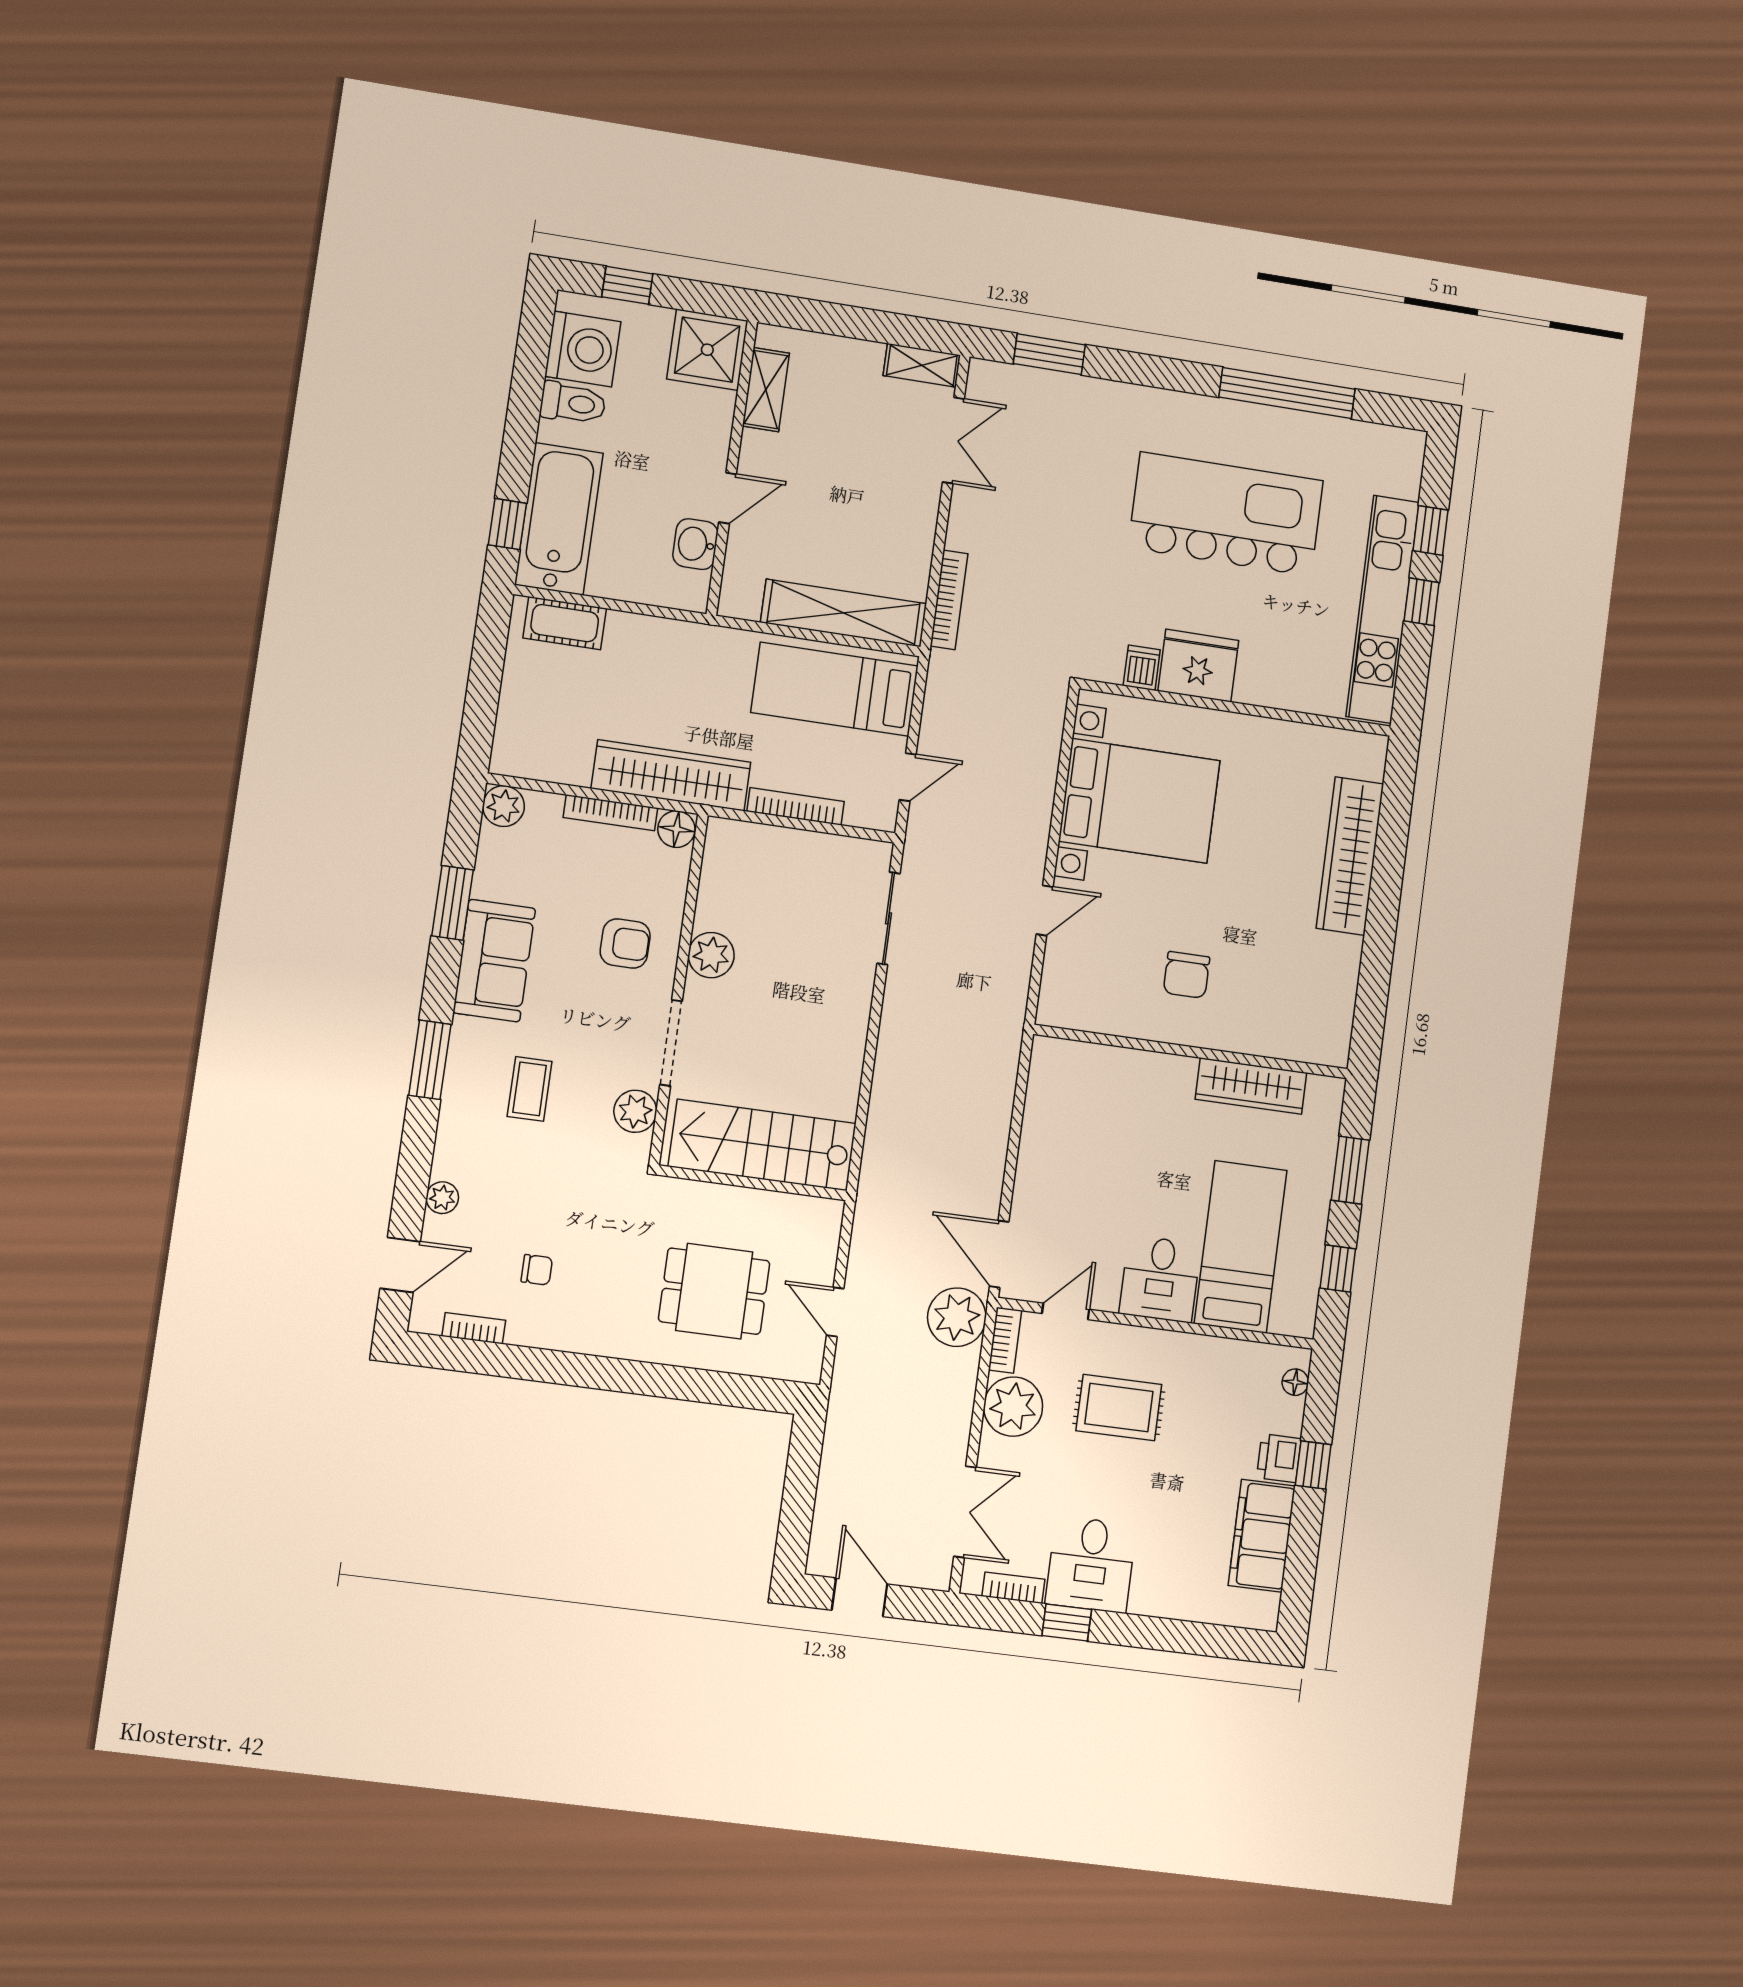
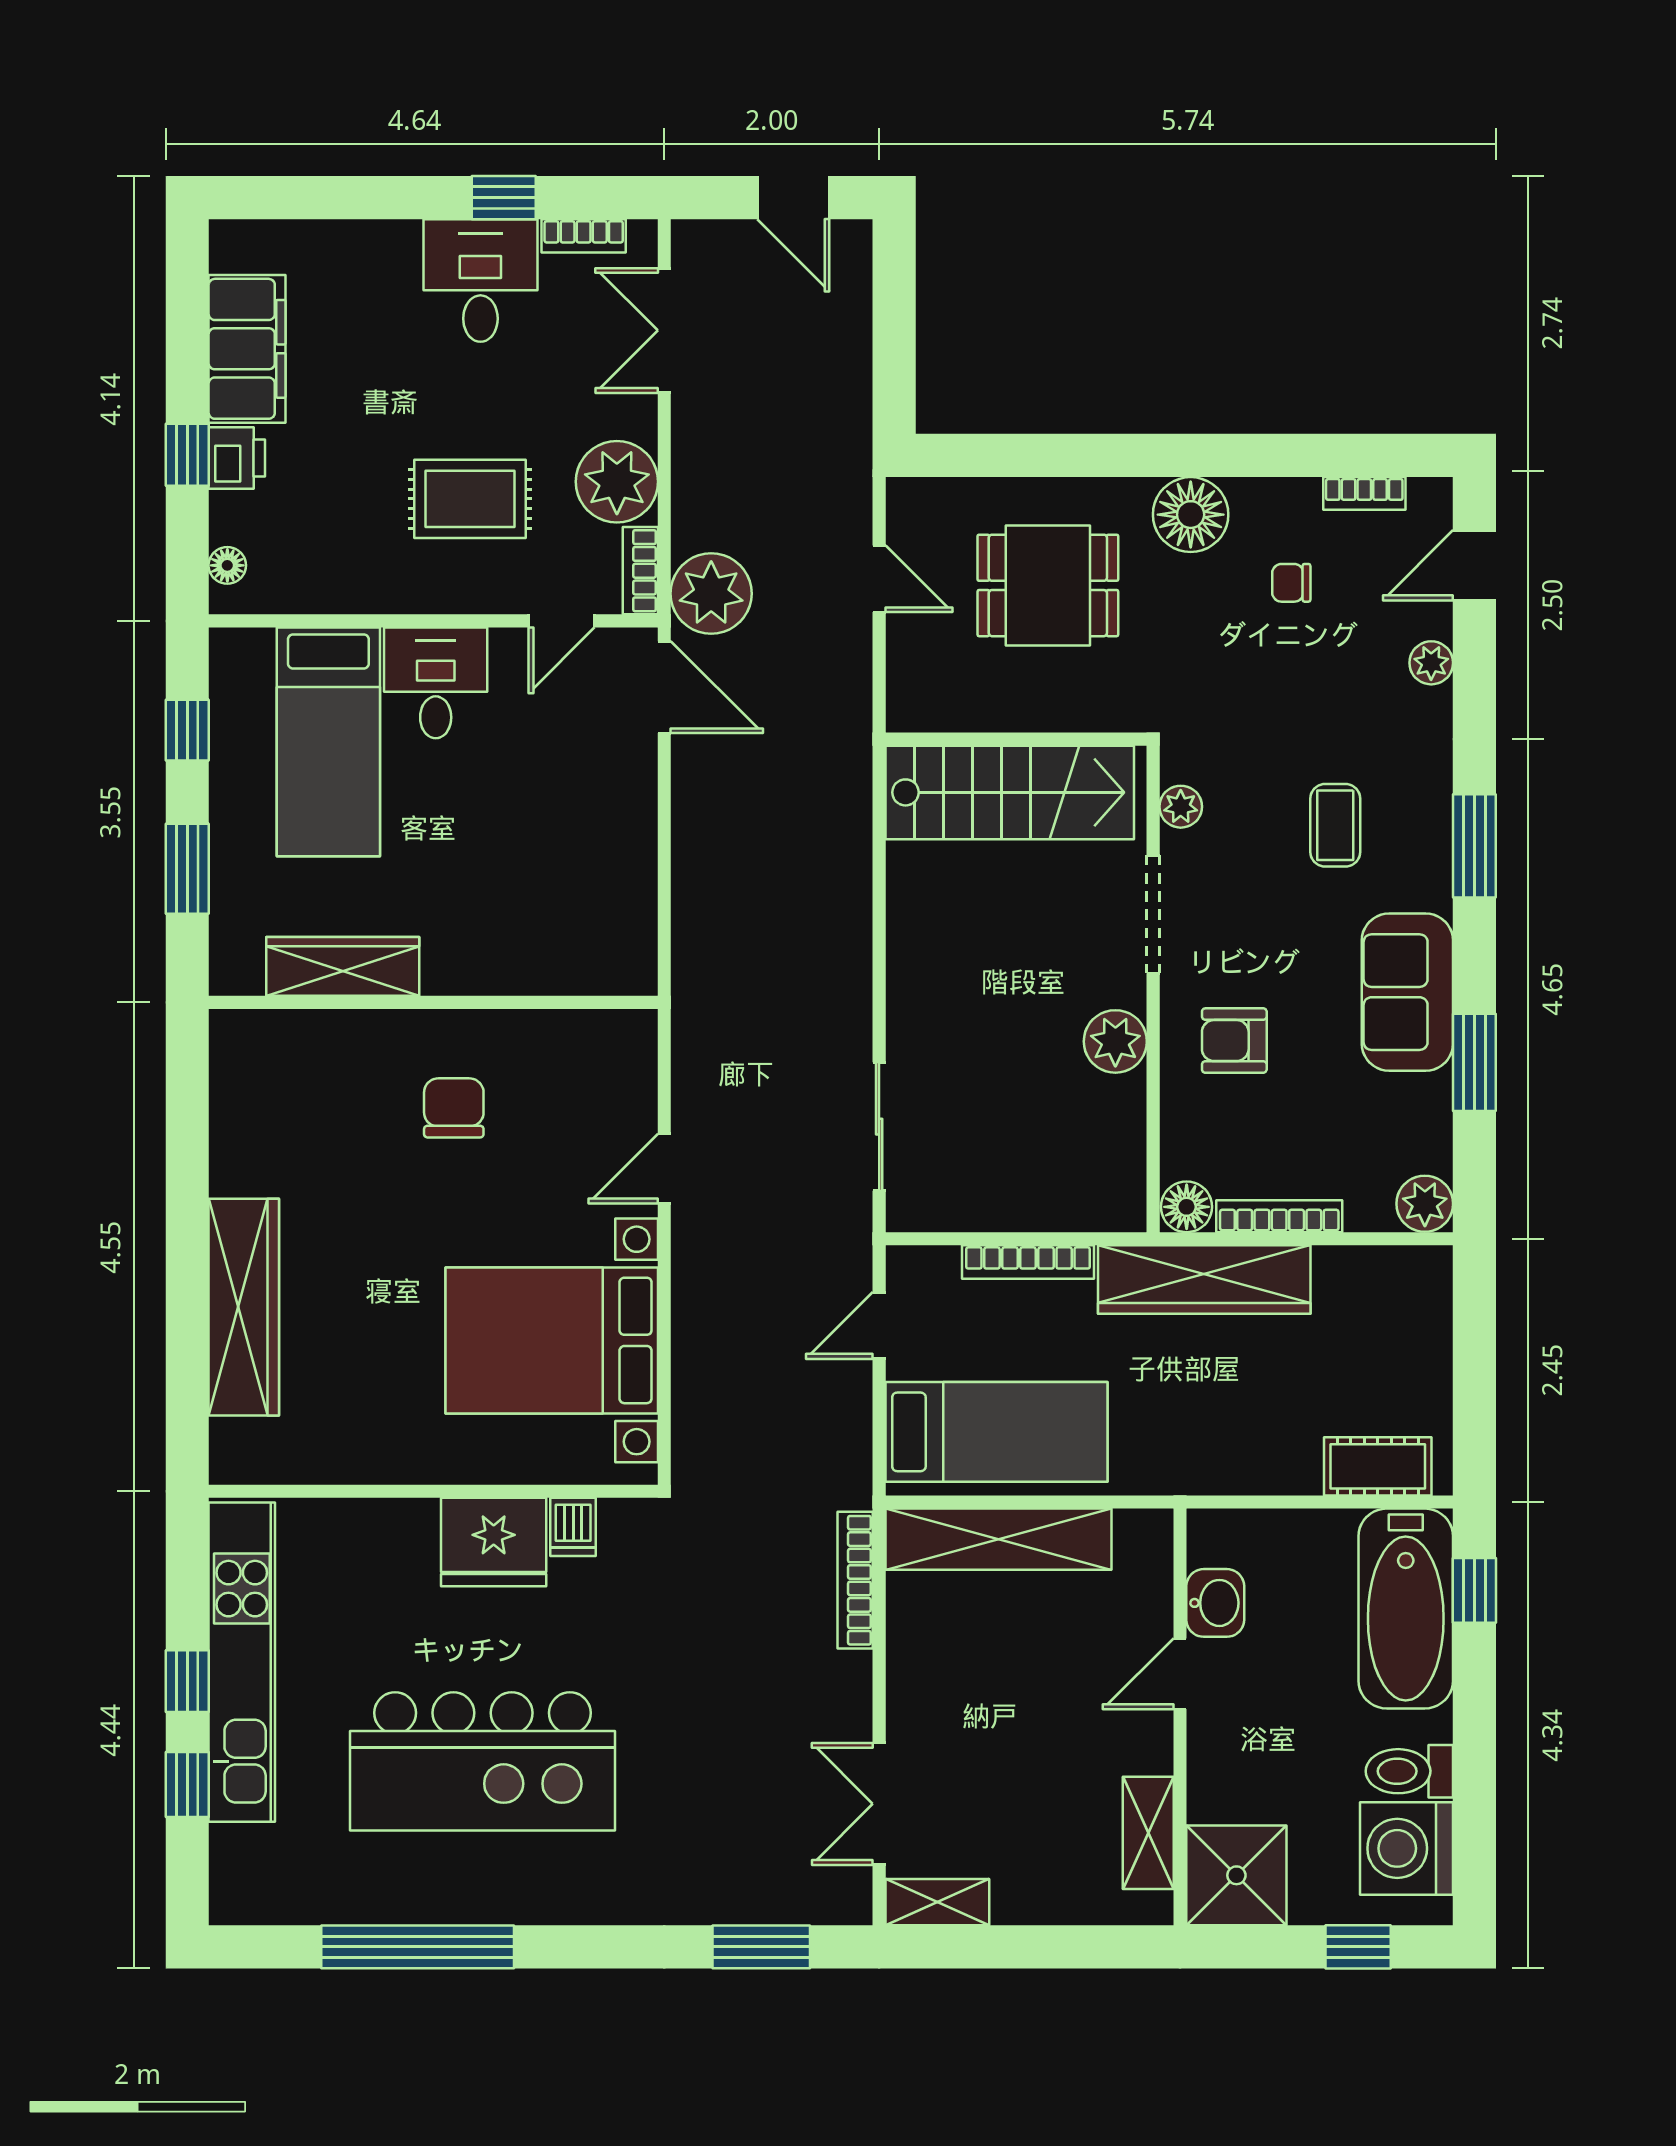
plant: (635, 1111) -> (1181, 807), width x0.73, depth x0.73
floor lamp: (603, 1329) -> (1191, 515), added

